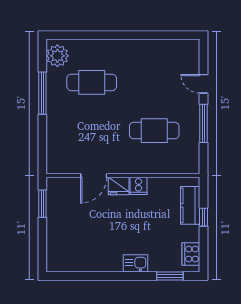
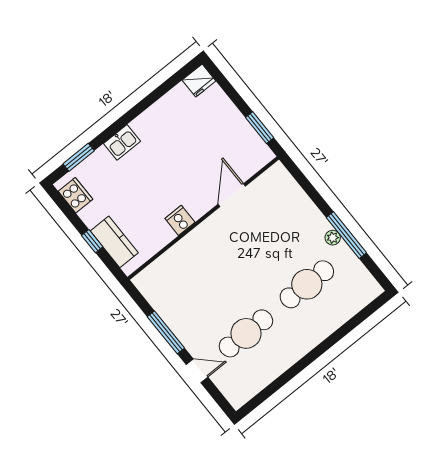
plant: (57, 56) -> (333, 238), moved, width x0.53, depth x0.53
cafe table: (154, 131) -> (246, 333), moved
fridge: (119, 186) -> (199, 81), moved, turned 180

